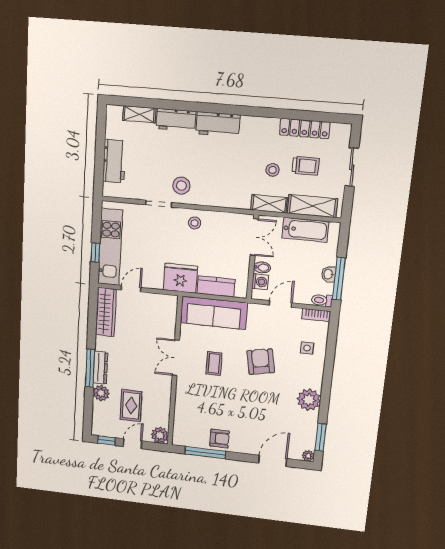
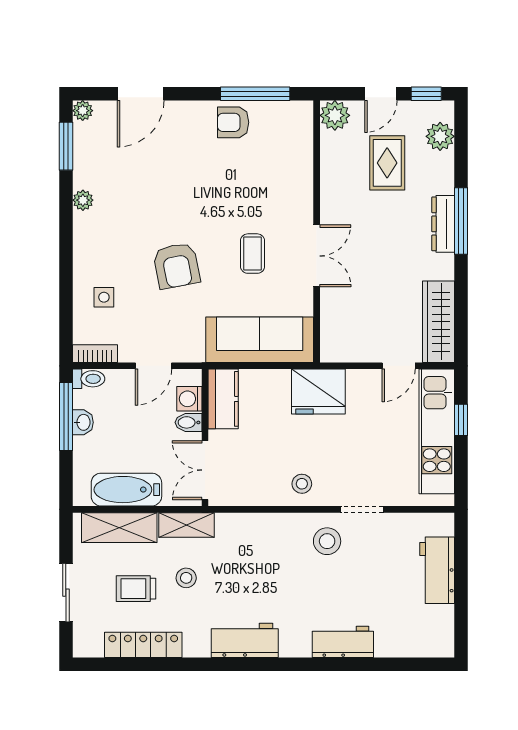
shelving: (139, 114) -> (401, 646), removed
workbench: (218, 124) -> (245, 640), moved
kitchen counter: (216, 286) -> (223, 399), moved, turned -90
plant: (101, 393) -> (440, 136), moved
plant: (309, 400) -> (83, 200), width x0.53, depth x0.53

